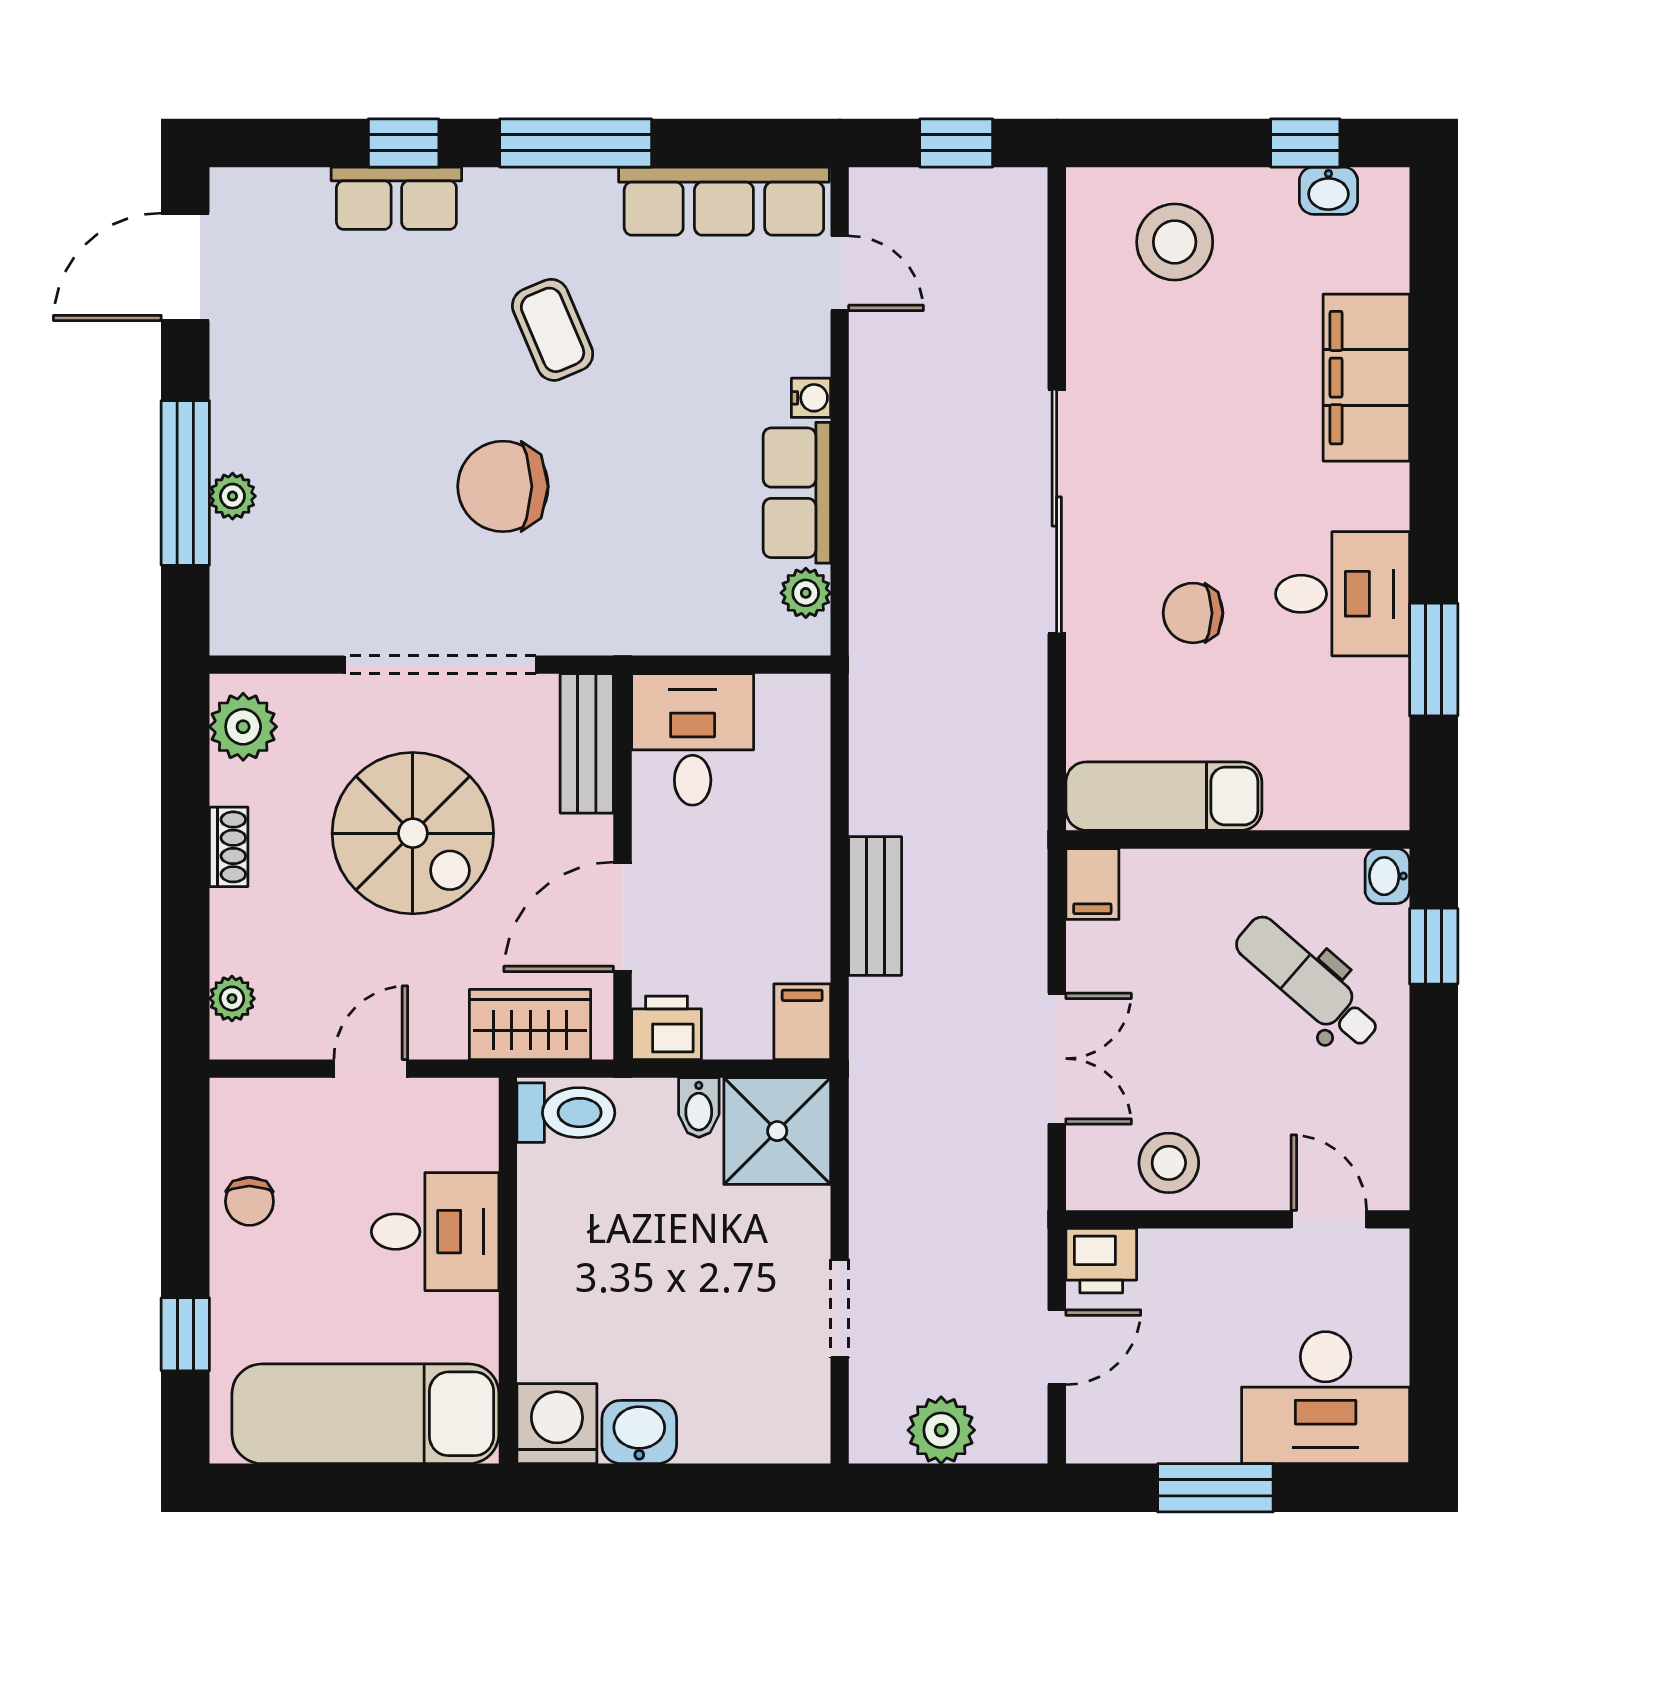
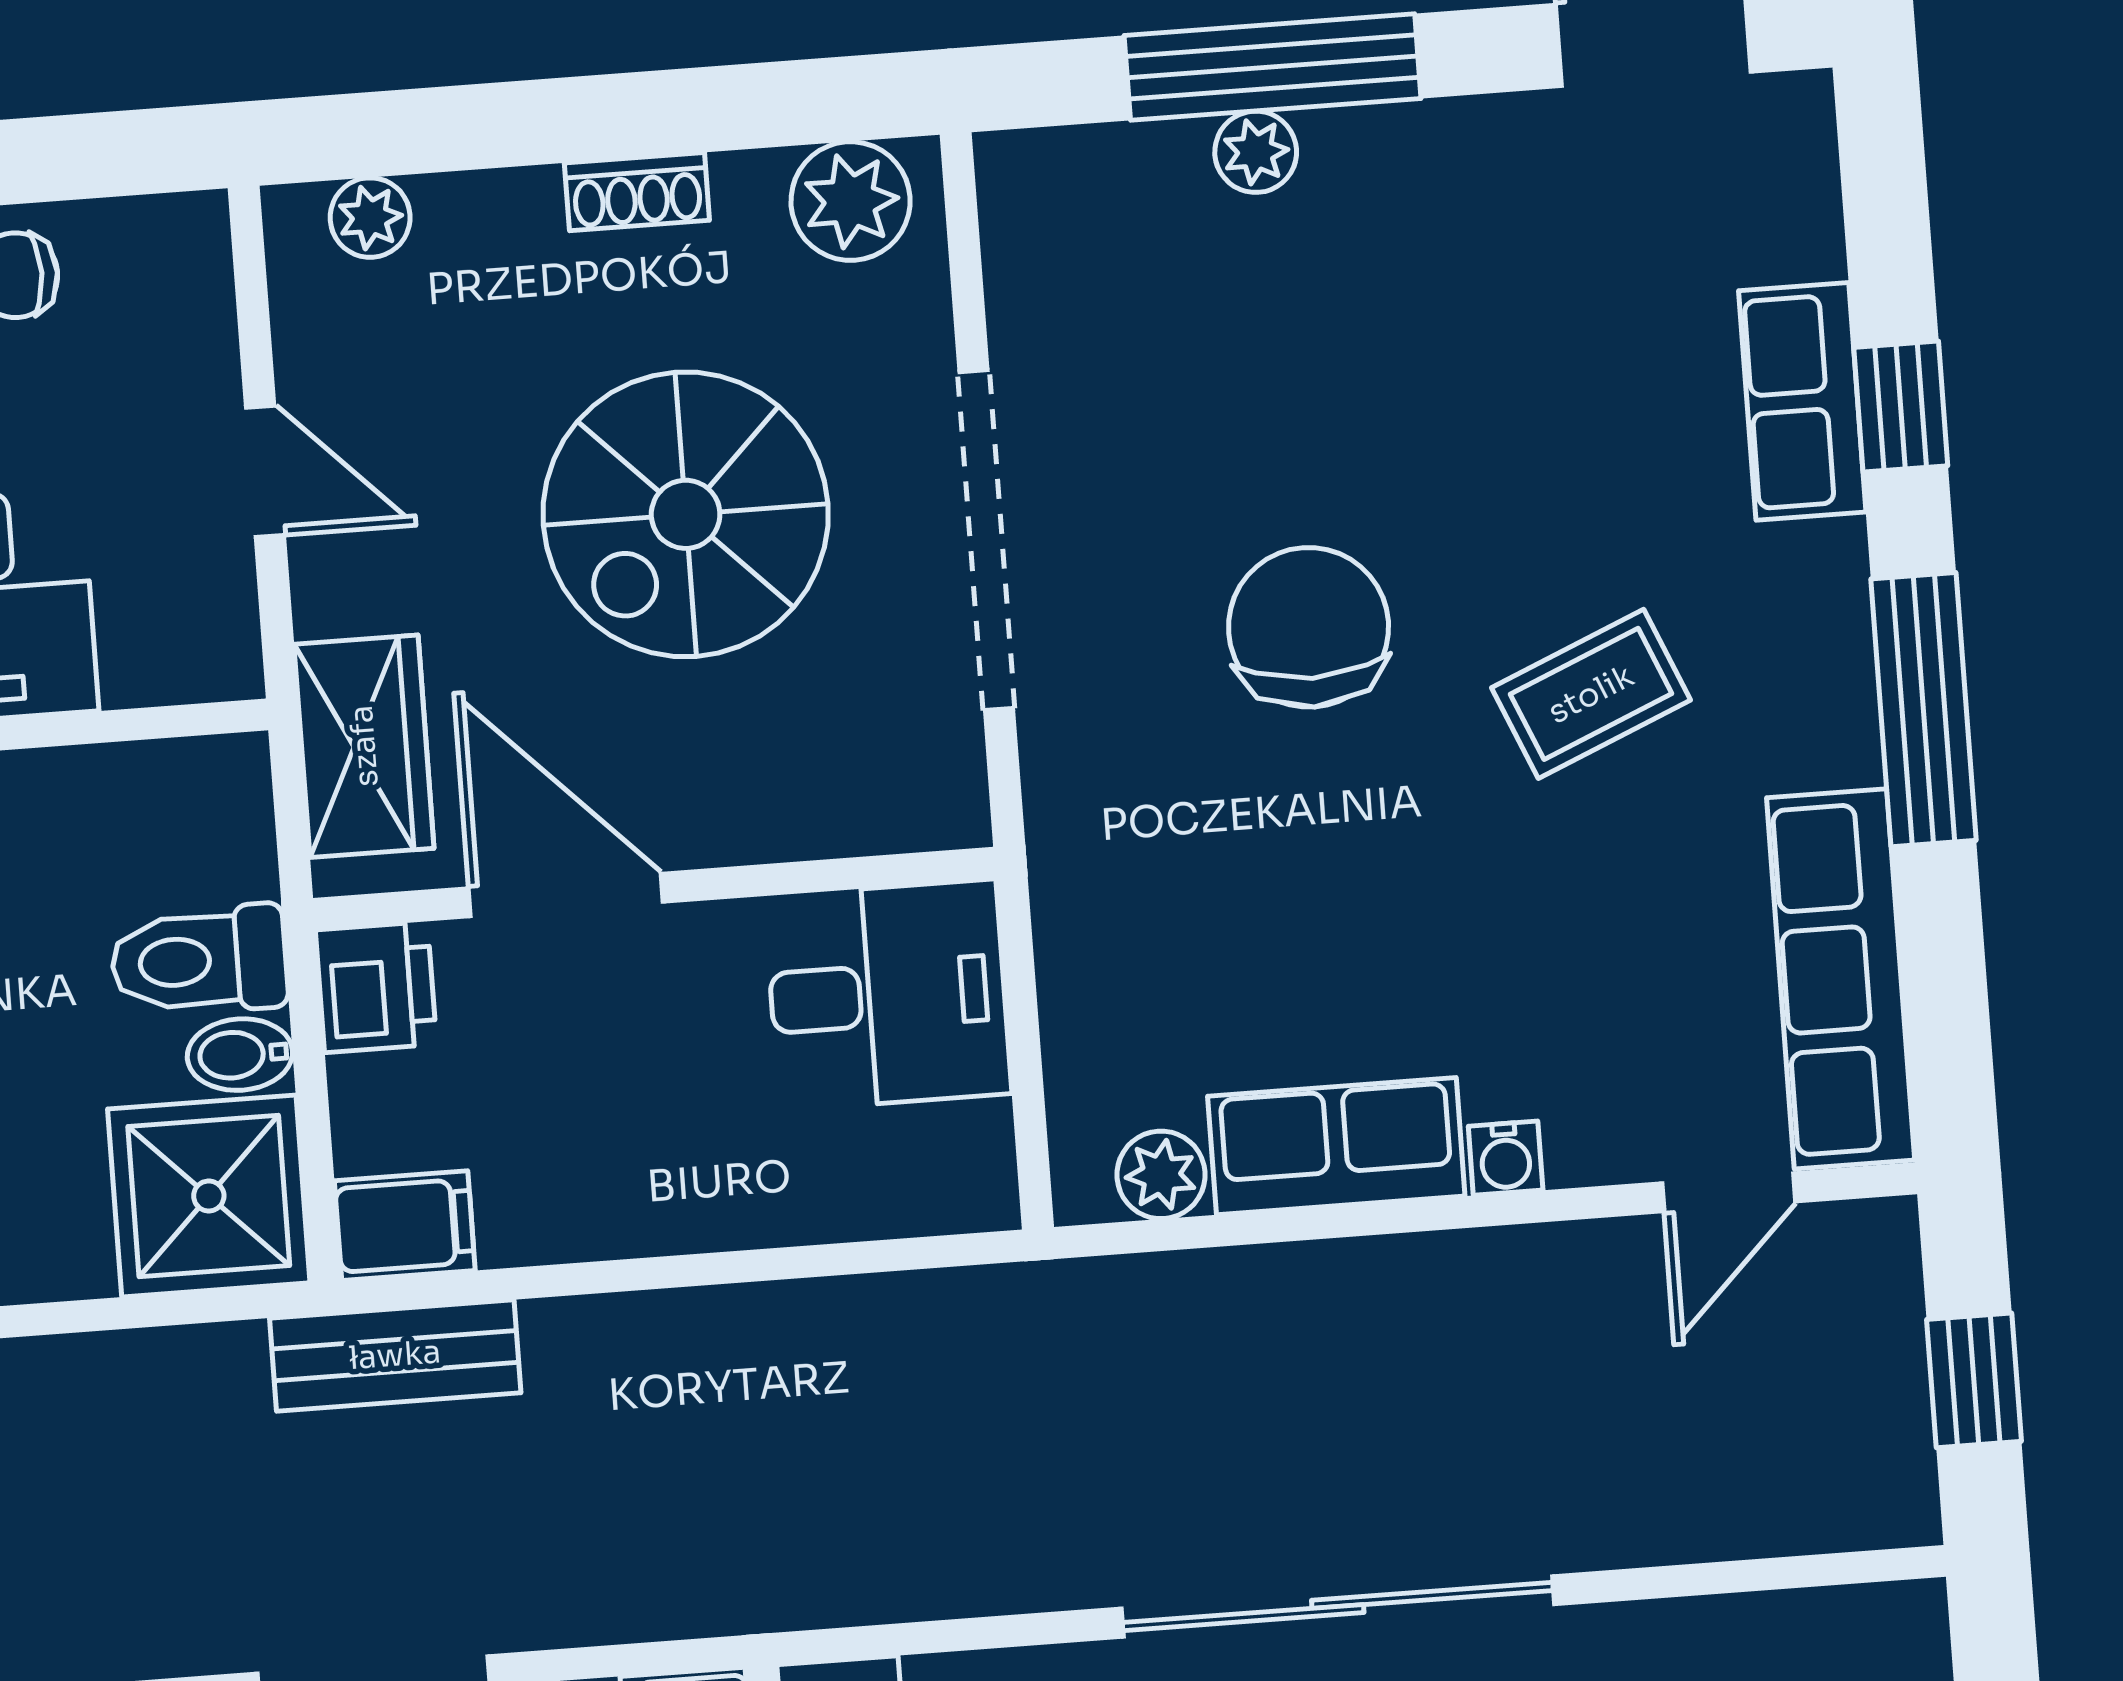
bench: (587, 743) -> (867, 809), removed
bench: (875, 906) -> (395, 1355), moved
toilet: (566, 1113) -> (199, 961), moved, turned 90

